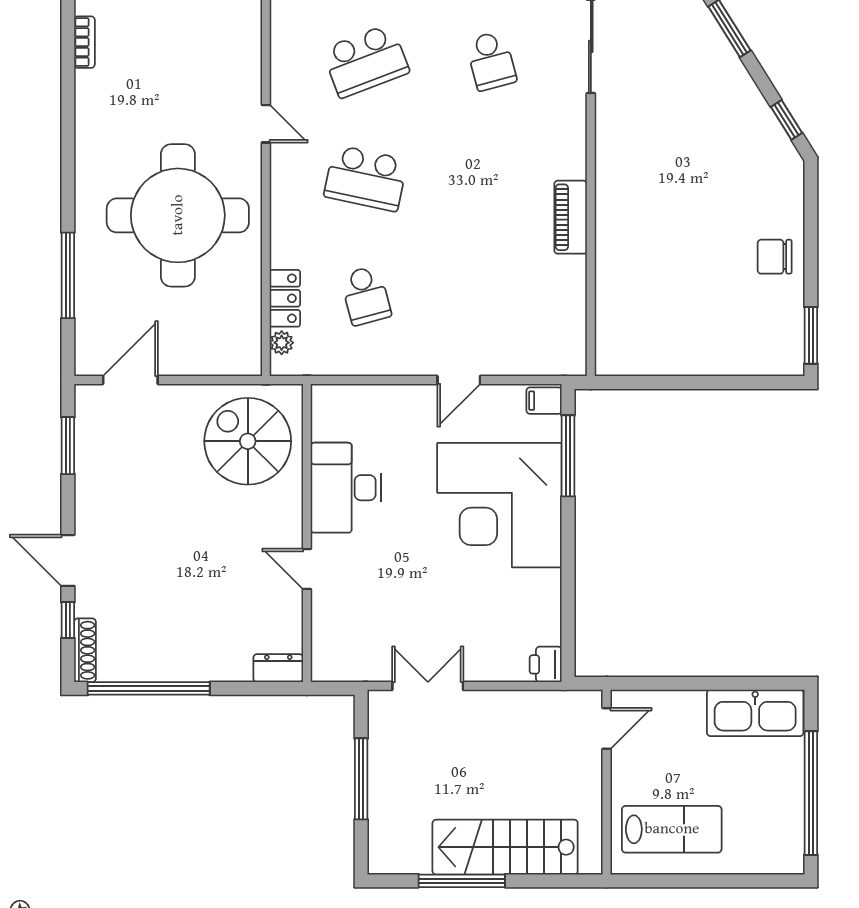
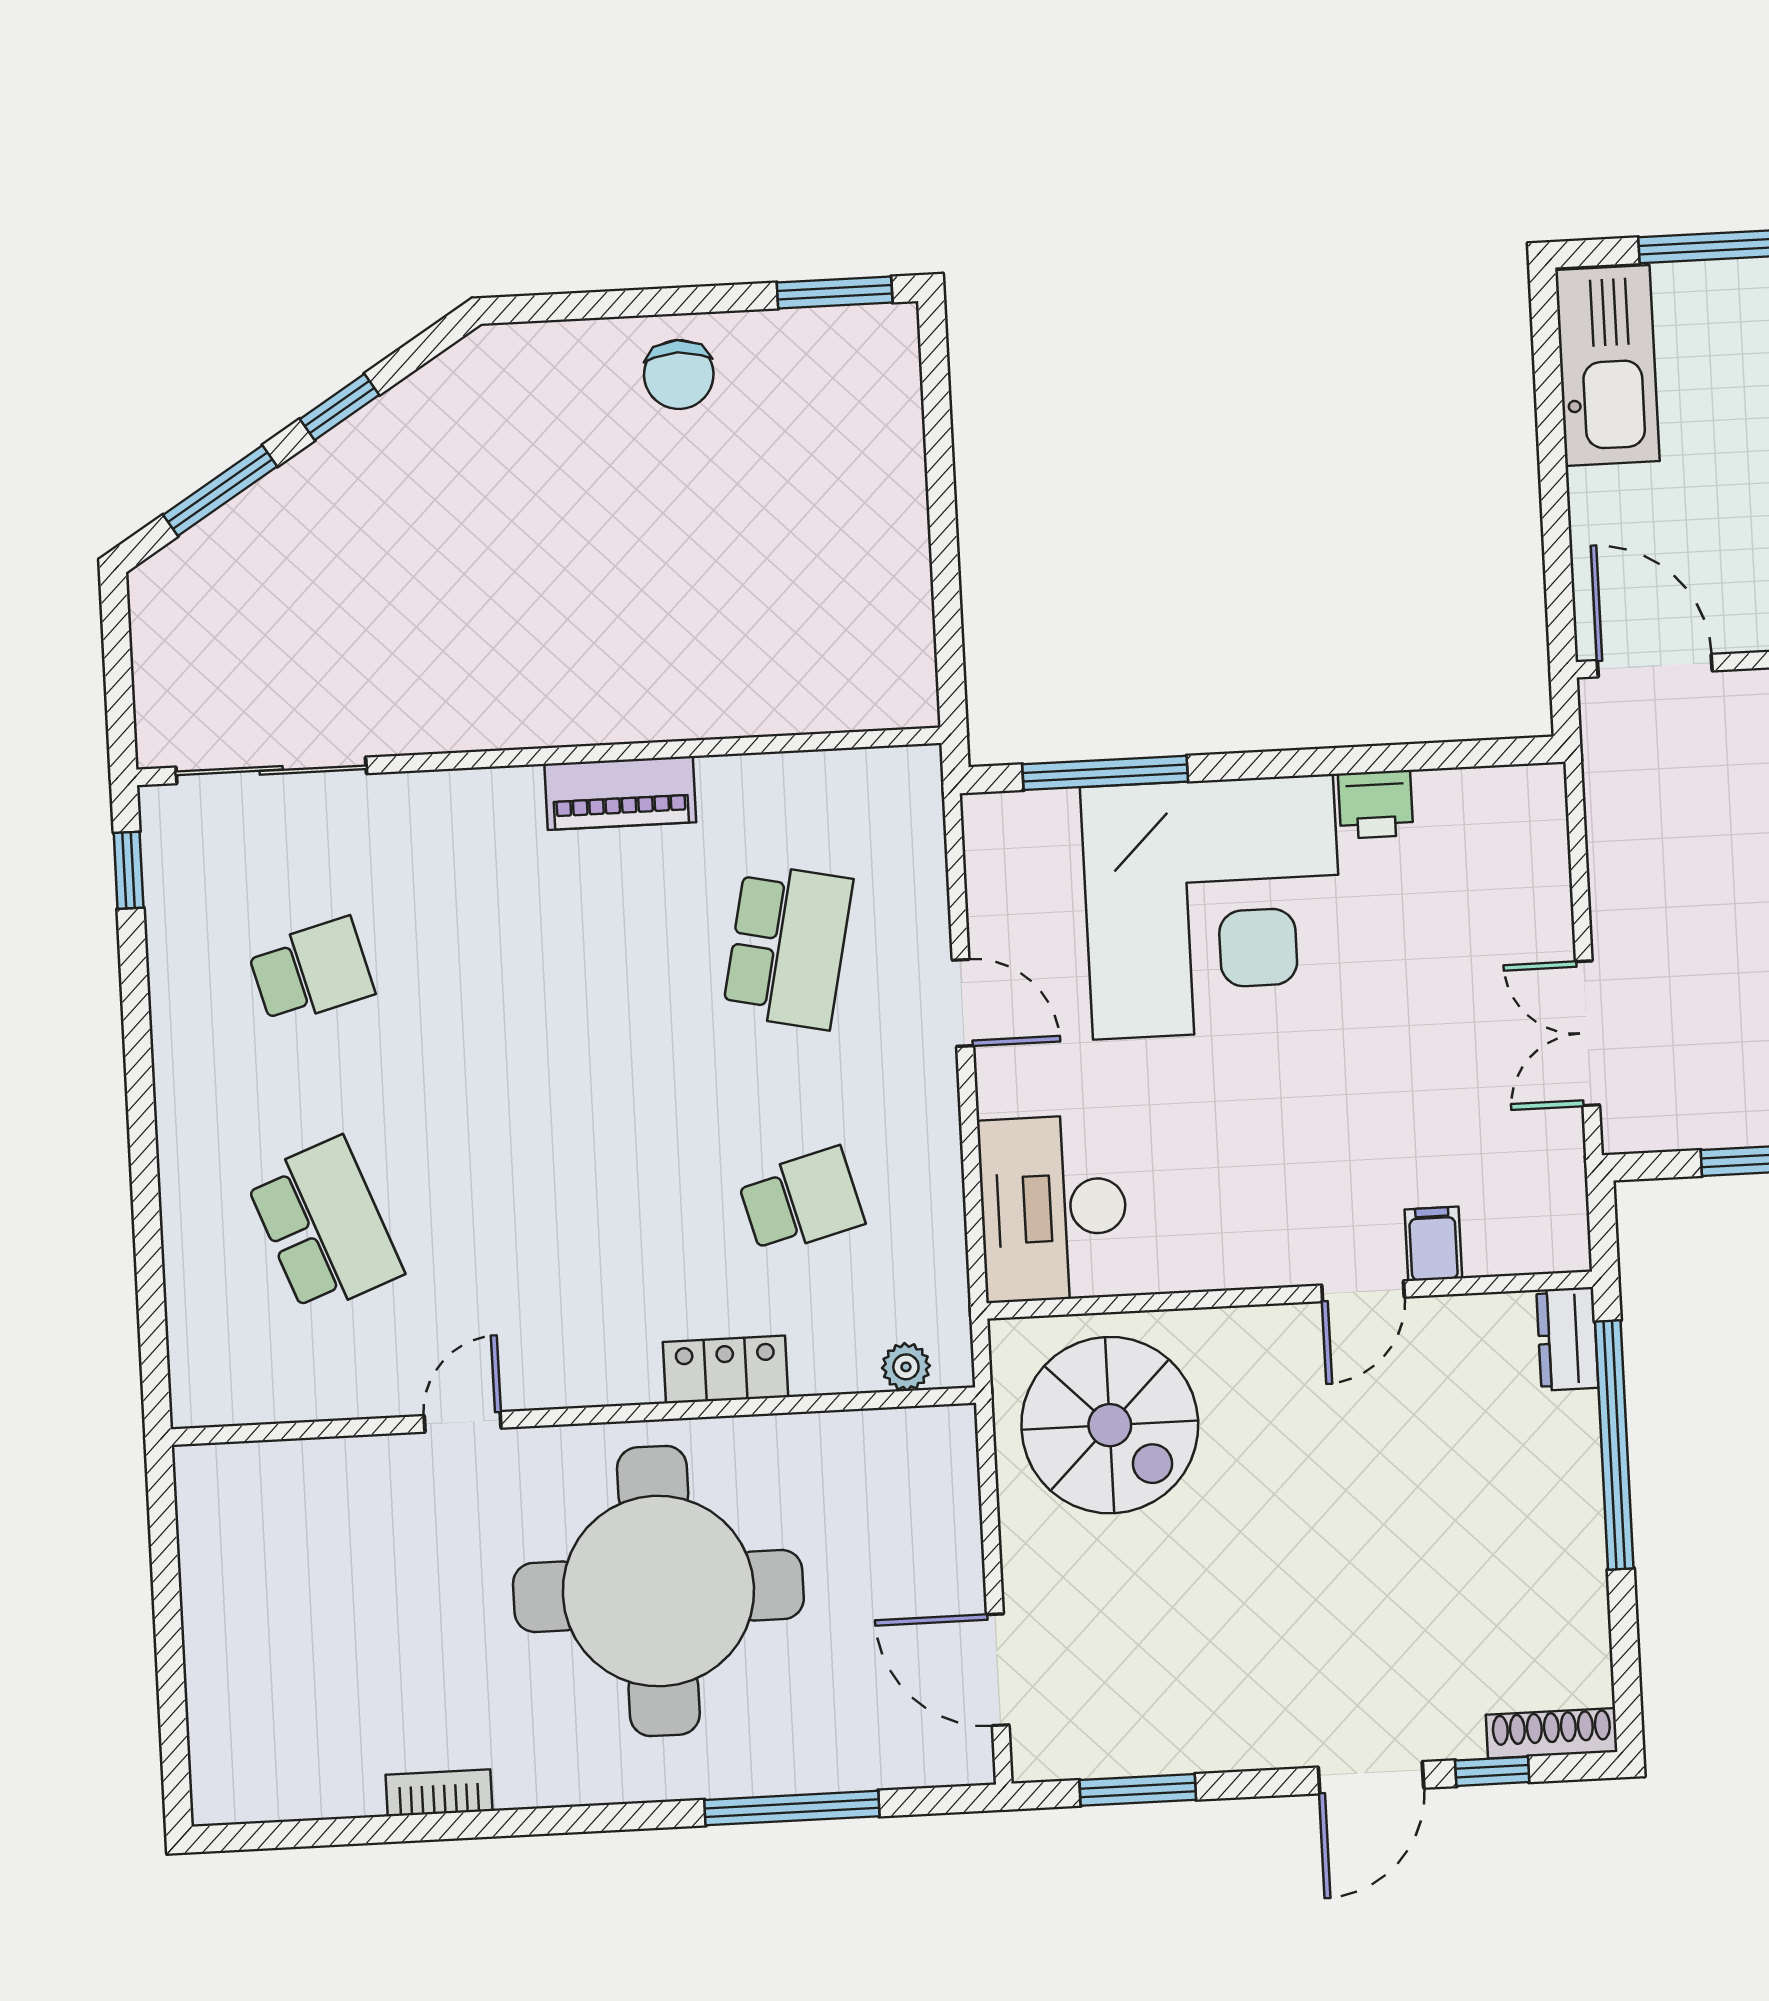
bookcase: (84, 42) -> (439, 1793), moved
window: (786, 120) -> (340, 407), moved
school desk: (366, 178) -> (788, 946), moved
locker: (285, 298) -> (726, 1369), moved
filing cabinet: (544, 401) -> (1433, 1244), moved, turned 180
spiral stairs: (248, 441) -> (1110, 1425), turned -90
desk: (346, 488) -> (1053, 1208), moved, turned 90
printer: (546, 664) -> (1376, 804), moved
window: (149, 688) -> (1614, 1445), moved
door: (607, 728) -> (1655, 666), width x1.38

